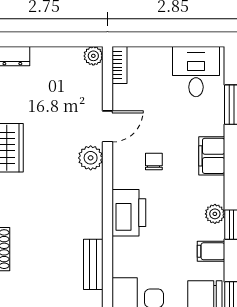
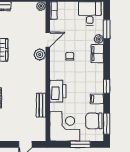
printer: (129, 213) -> (58, 91), moved
plant: (215, 214) -> (99, 39), moved

